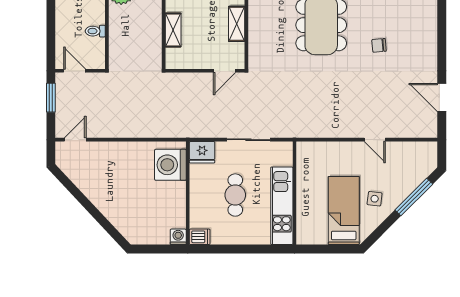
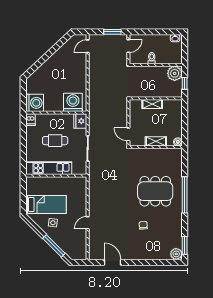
door: (442, 98) -> (112, 262), hinge flipped
door: (75, 140) -> (88, 46), swing flipped
washing machine: (178, 237) -> (35, 103), width x1.89, depth x1.89

